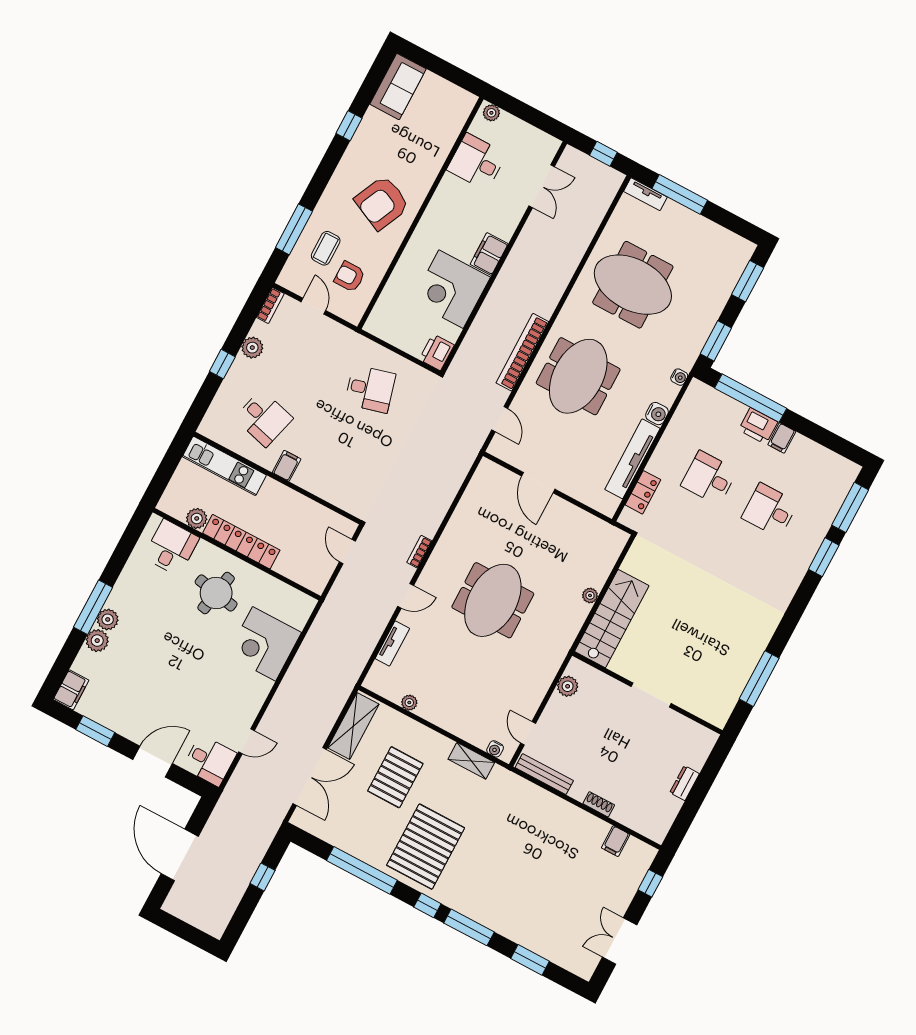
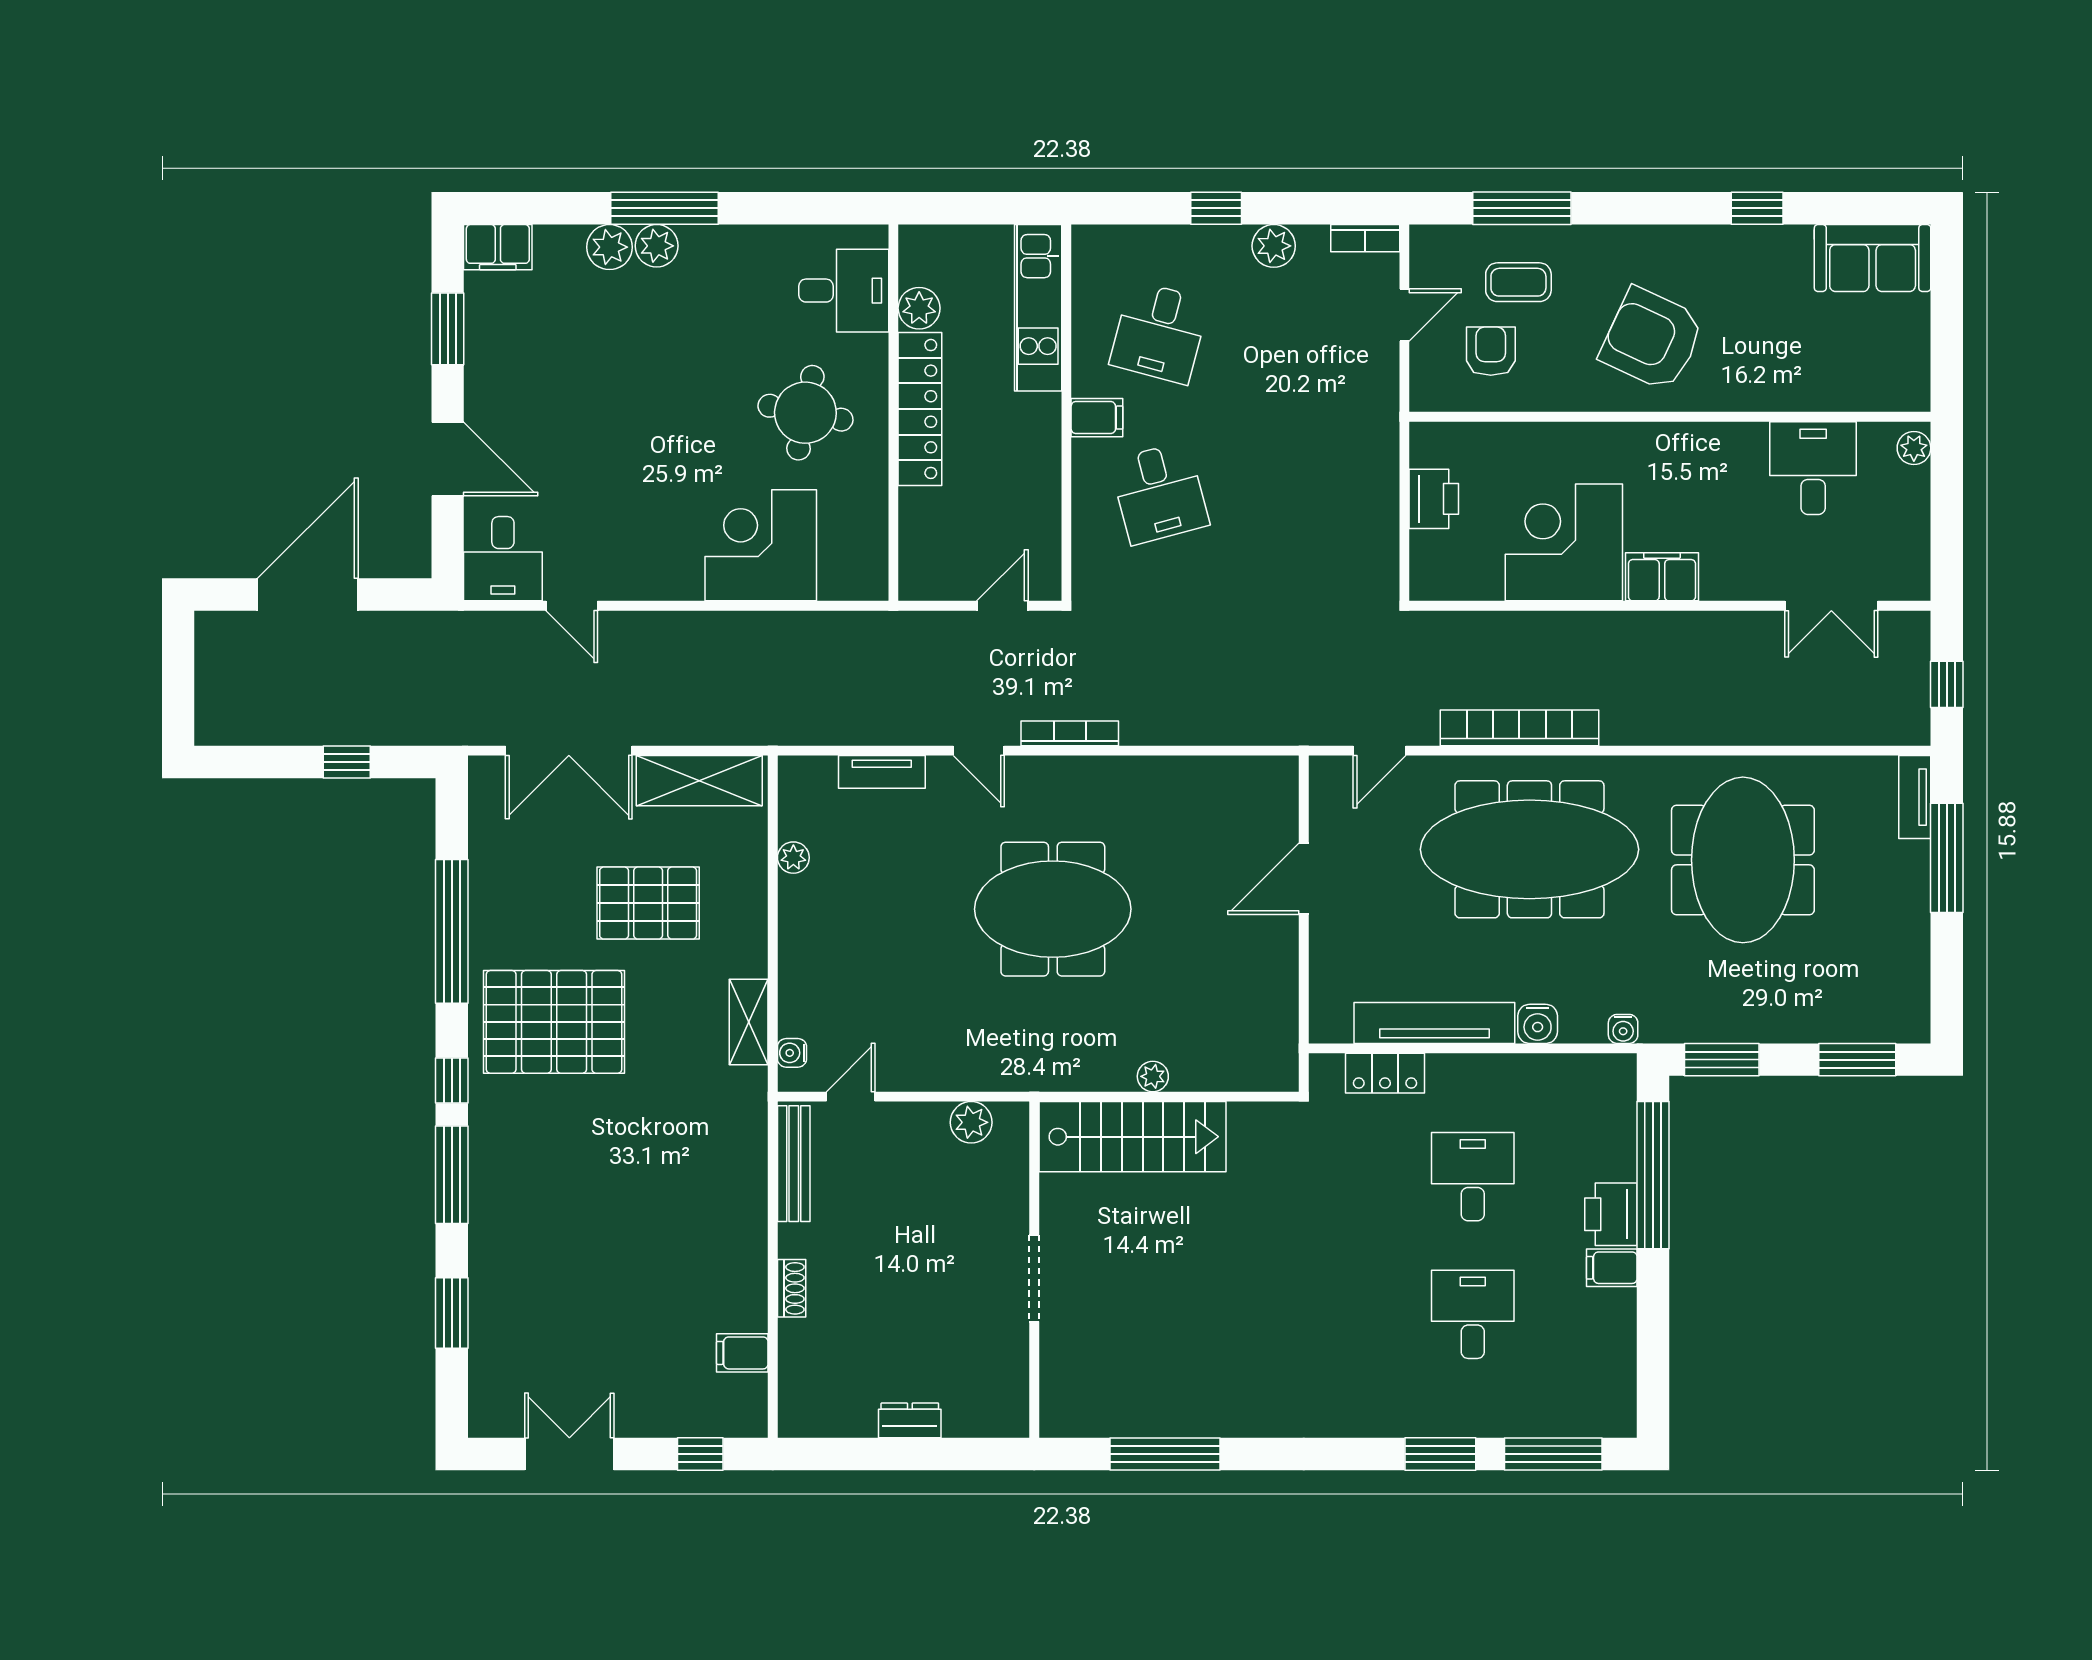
printer: (437, 352) -> (1434, 499), moved, turned 90
meeting table: (578, 376) -> (1529, 849), width x1.36
desk: (370, 389) -> (1159, 493), moved
bookcase: (419, 552) -> (1070, 733), width x1.56

